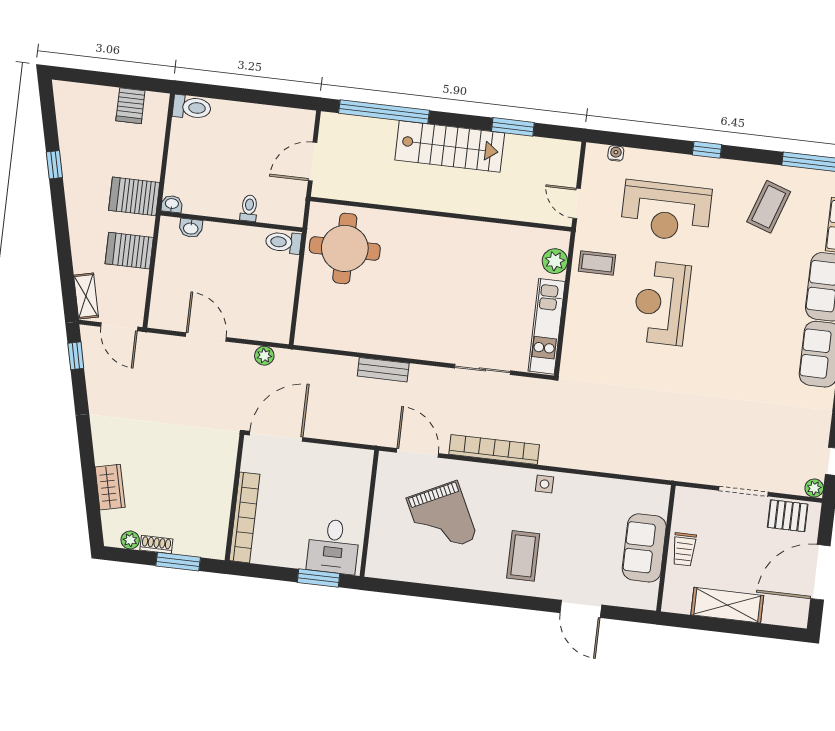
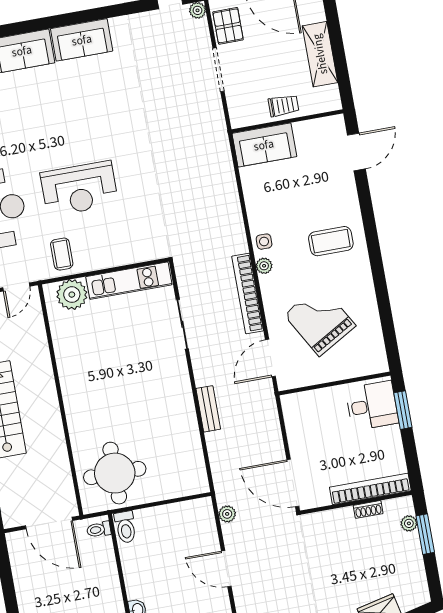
door: (313, 162) -> (49, 523), width x1.36
toilet: (249, 208) -> (99, 529), moved
plant: (555, 261) -> (72, 295), width x1.36, depth x1.36
door: (206, 337) -> (226, 569), hinge flipped
plant: (518, 476) -> (264, 266), added
grand piano: (442, 518) -> (320, 320), turned -94
plant: (130, 540) -> (409, 523), moved
shoe rack: (156, 545) -> (368, 509), moved, turned -90
sofa: (644, 548) -> (264, 145), moved
door: (581, 609) -> (356, 152), moved

